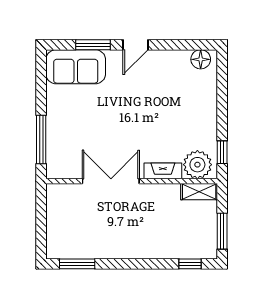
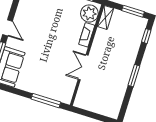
double door: (111, 181) -> (83, 67), width x0.73
window: (77, 264) -> (134, 76), moved

